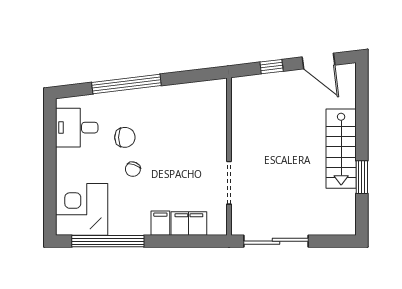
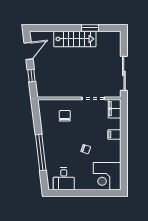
chair: (125, 137) -> (65, 116), moved
filing cabinet: (189, 224) -> (115, 109), moved
window: (108, 241) -> (124, 162), removed

